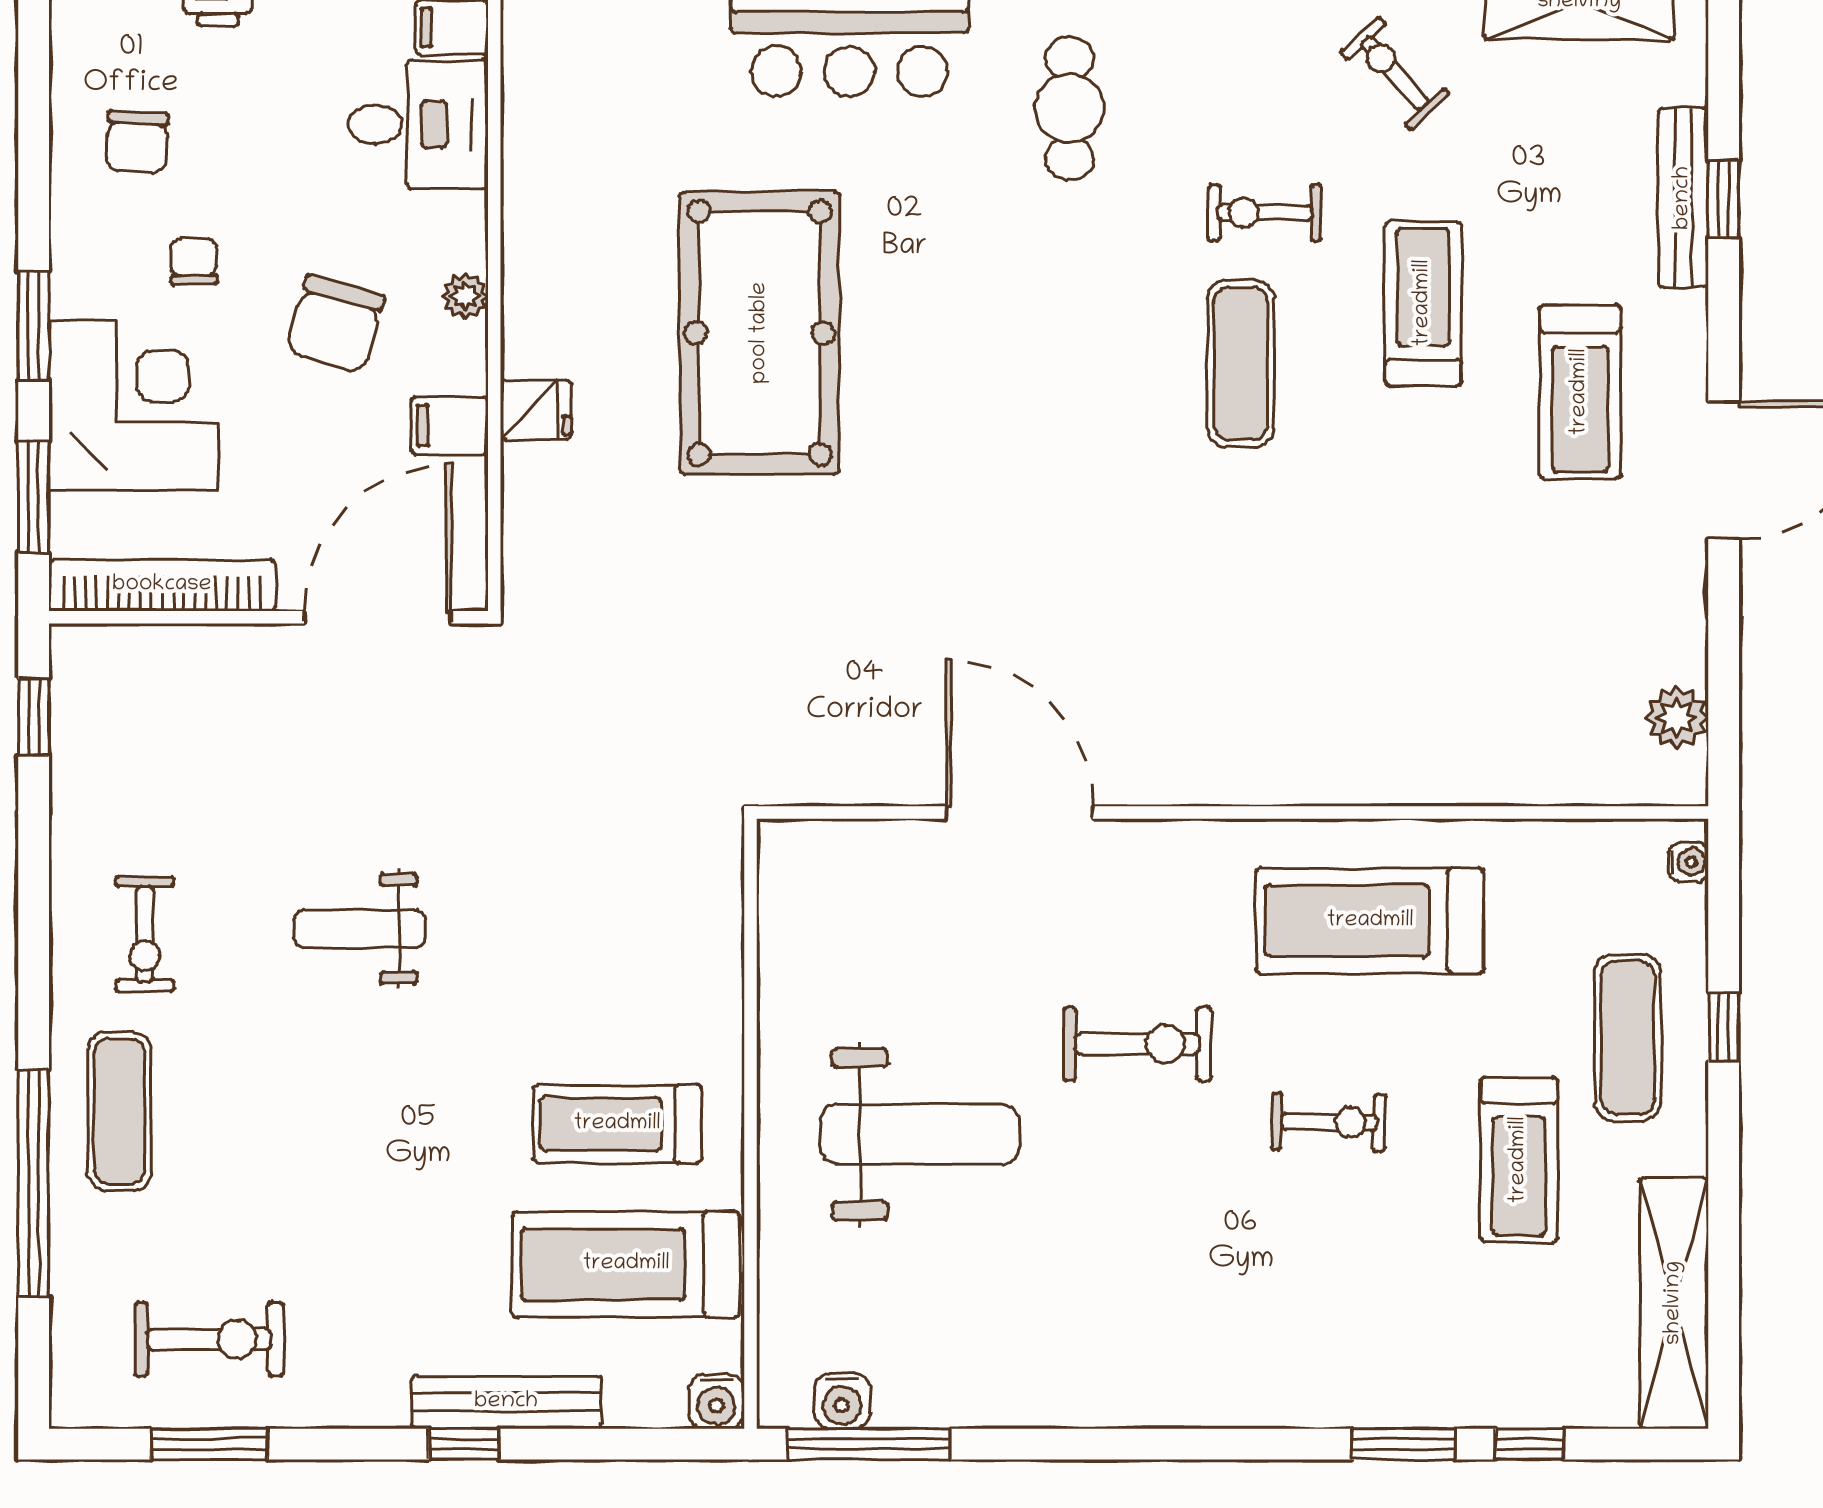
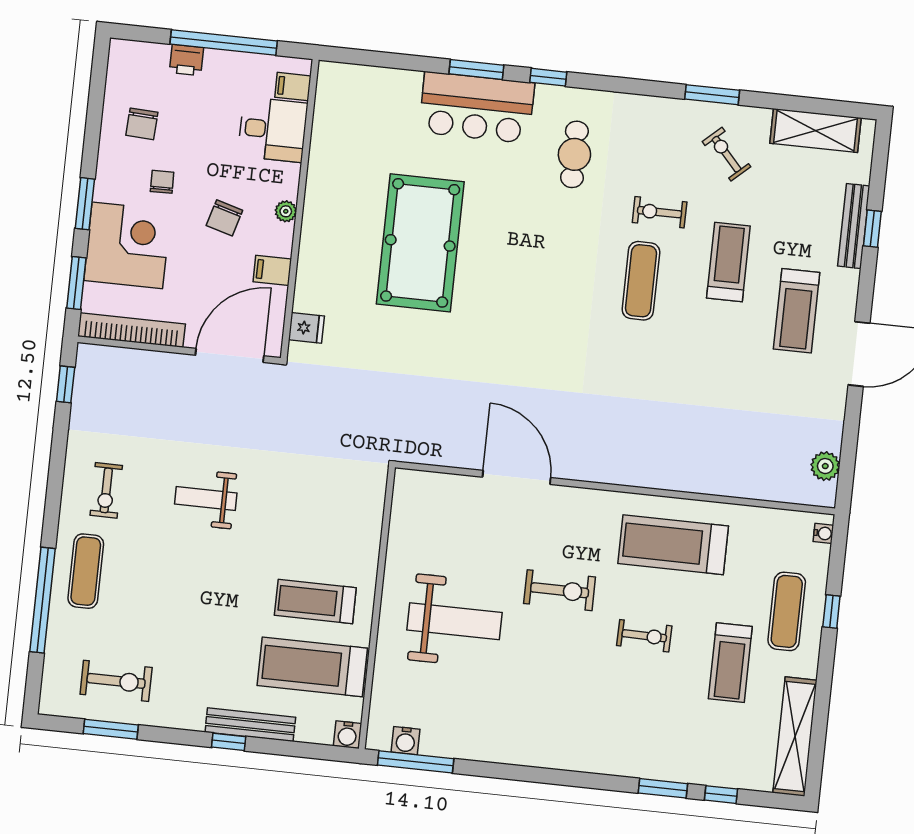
chair: (335, 324) -> (224, 218), width x0.73, depth x0.73
fridge: (536, 410) -> (306, 328), moved

